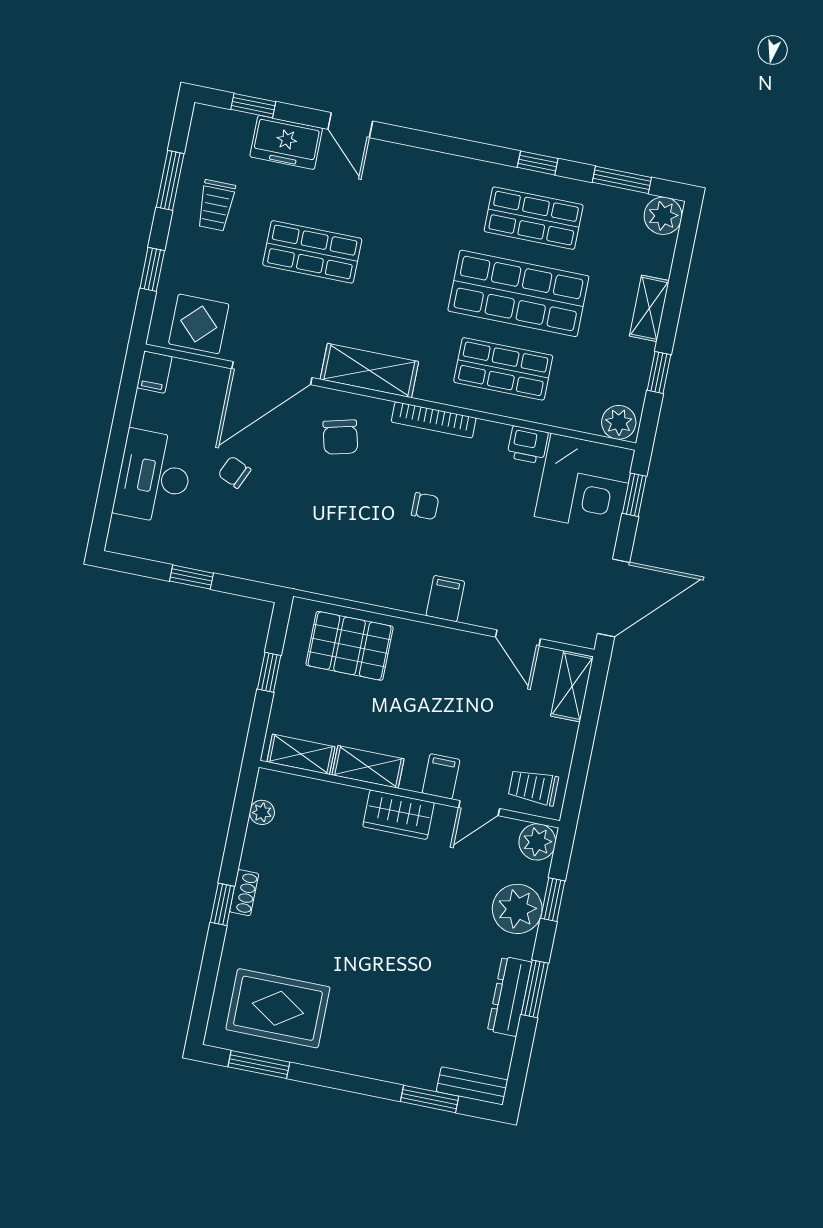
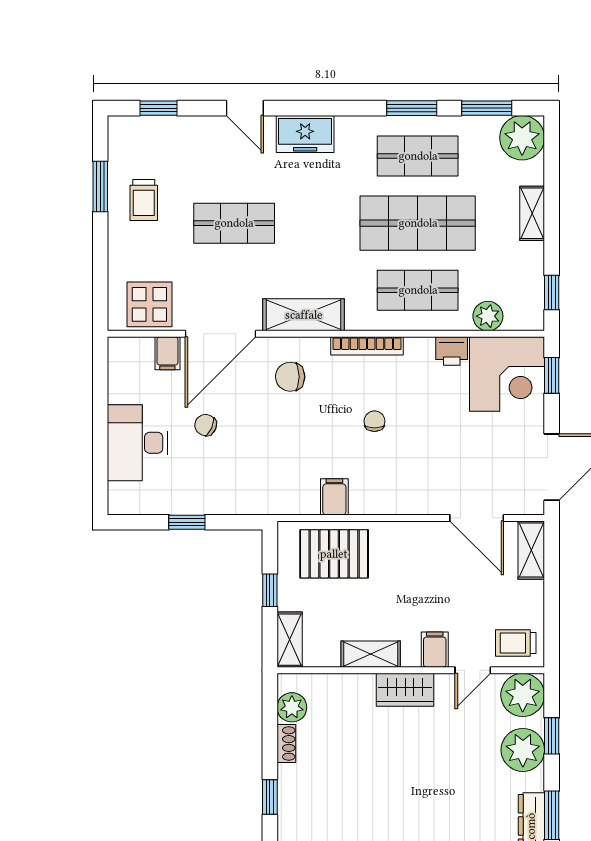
freezer: (286, 142) -> (305, 134), moved
window: (538, 163) -> (412, 108), width x1.50
plant: (663, 216) -> (522, 138), width x1.36, depth x1.36
window: (152, 269) -> (100, 266), removed
filing cabinet: (154, 372) -> (167, 353), moved
window: (659, 372) -> (552, 293), moved
plant: (619, 422) -> (488, 316), moved
chair: (340, 437) -> (290, 377), turned 104
chair: (425, 506) -> (374, 421), turned -90
filing cabinet: (445, 599) -> (334, 497), moved
door: (518, 638) -> (477, 518), width x1.38
shelving: (301, 754) -> (290, 640), moved, turned 90
plant: (262, 812) -> (292, 707), width x1.38, depth x1.38
plant: (537, 842) -> (523, 695), width x1.36, depth x1.36
shoe rack: (244, 893) -> (286, 744), moved

